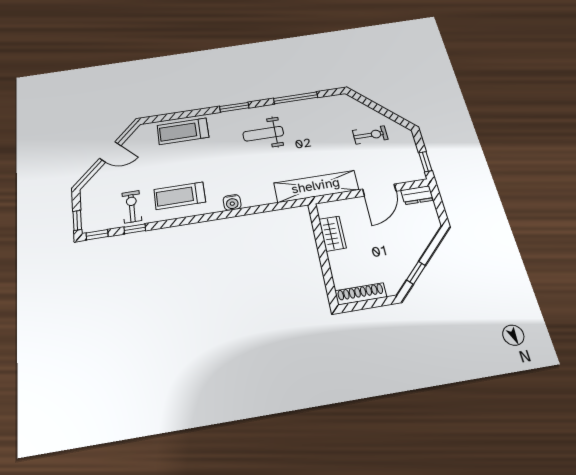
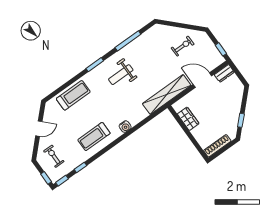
treadmill: (183, 131) -> (73, 95), turned 180
door: (379, 190) -> (202, 80), swing flipped
exercise bike: (132, 207) -> (54, 156), moved

